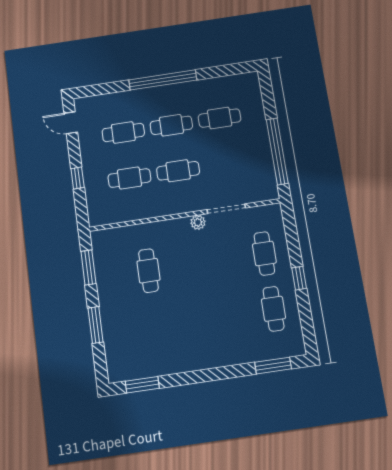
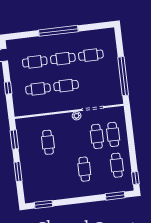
cafe table: (235, 258) -> (97, 136), added
window: (299, 278) -> (135, 178), moved
cafe table: (215, 317) -> (84, 169), added

